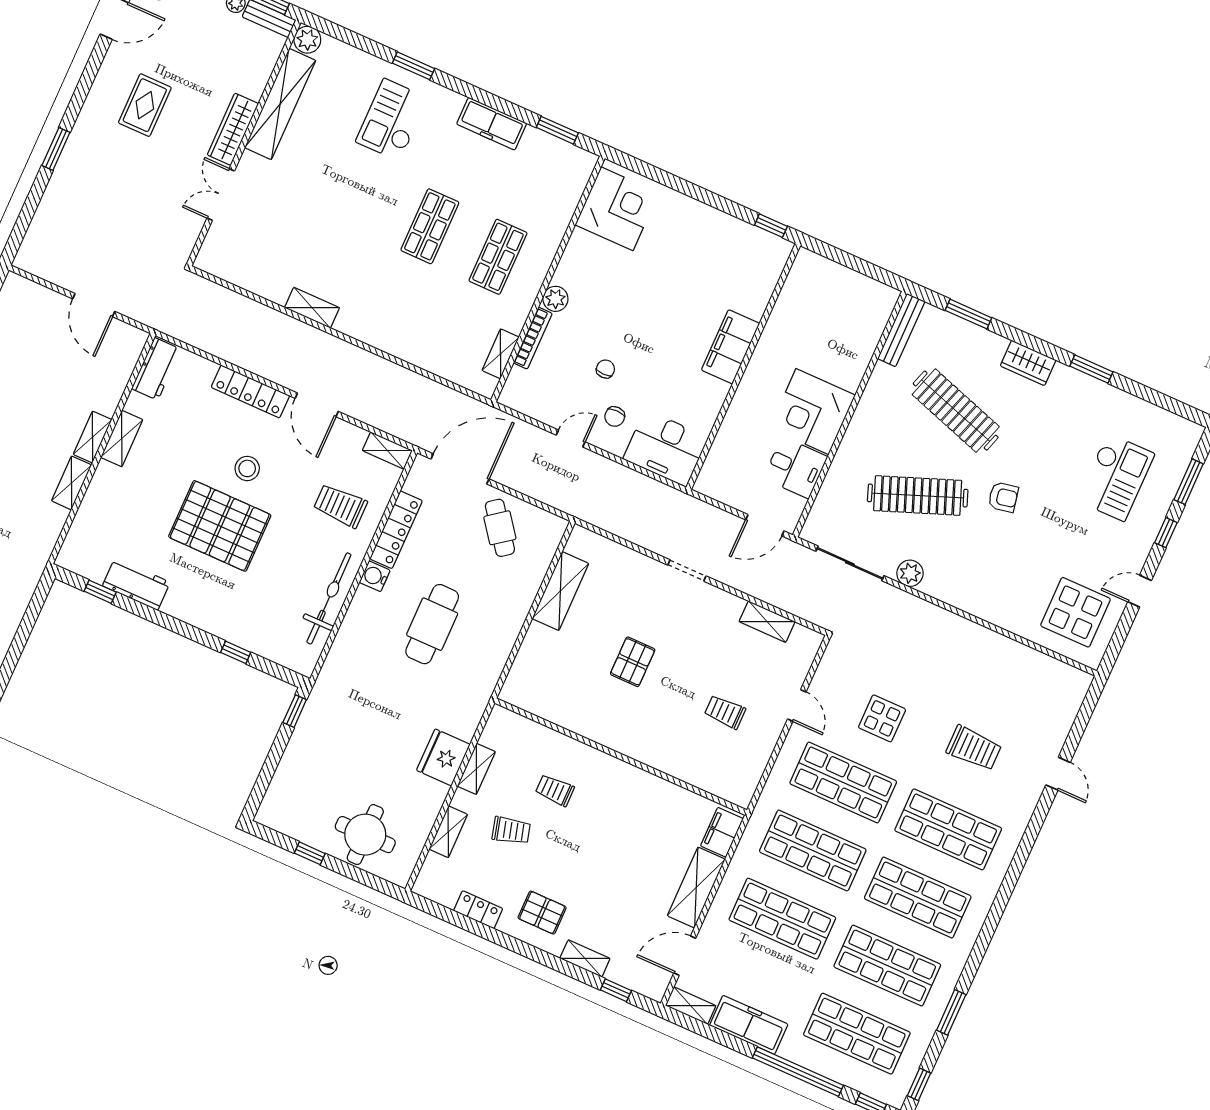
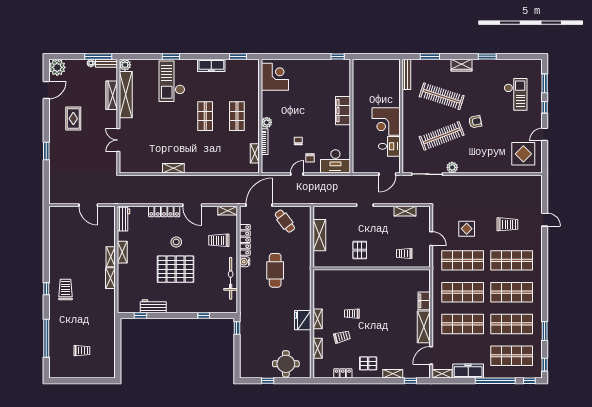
checkout: (392, 120) -> (172, 81), width x1.36, depth x1.21
wardrobe: (233, 129) -> (112, 95), moved
wall: (621, 757) -> (372, 268), moved

